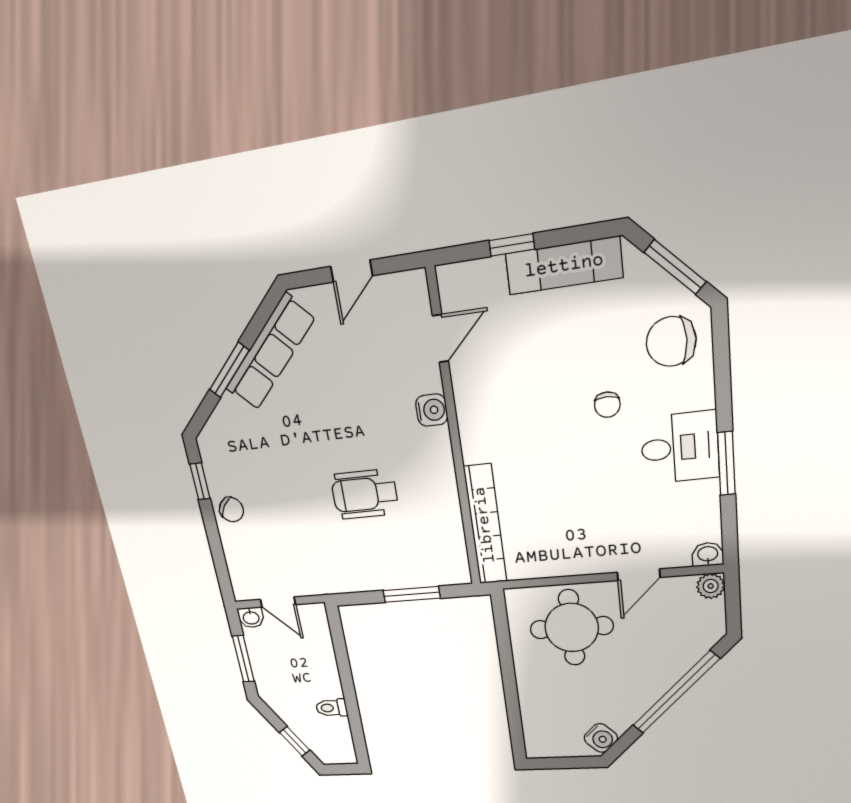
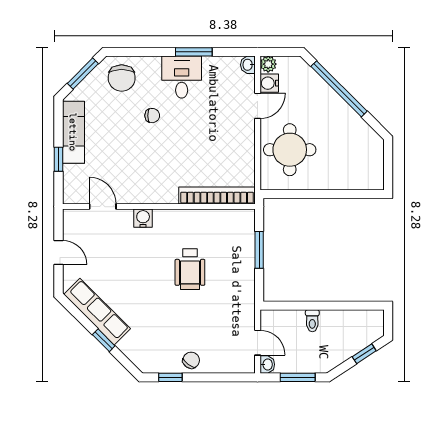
window: (229, 370) -> (104, 340), width x0.67
door: (639, 575) -> (258, 106), hinge flipped
door: (278, 602) -> (258, 343), hinge flipped
toilet: (331, 708) -> (312, 321), moved
water cooler: (601, 738) -> (269, 83), moved, turned -135

